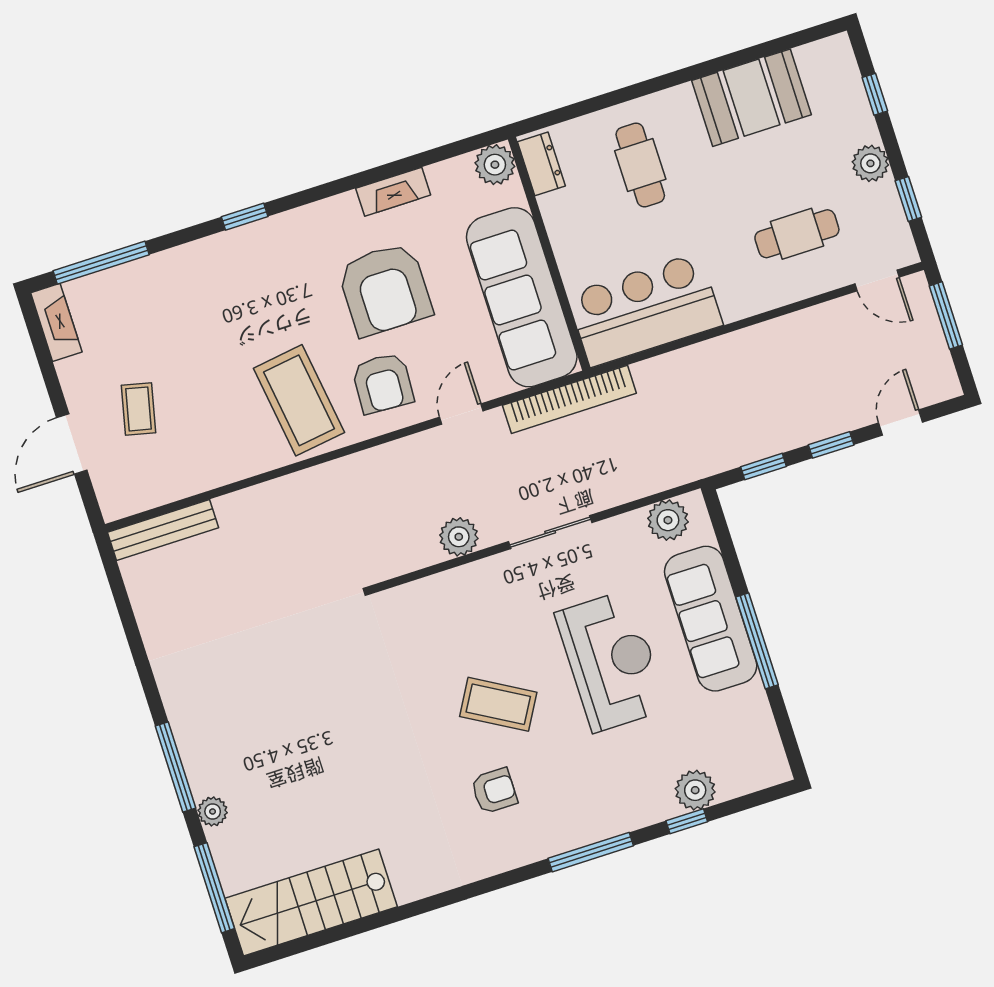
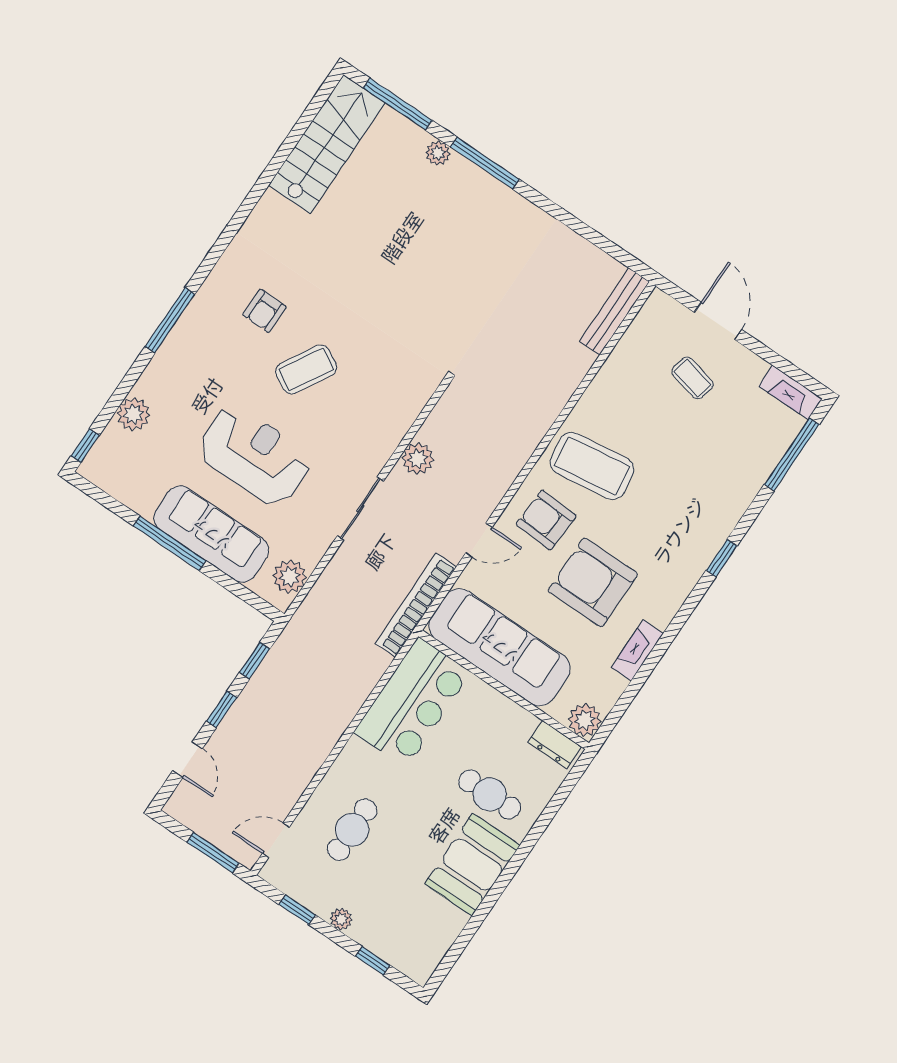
booth: (751, 98) -> (472, 864), moved
plant: (870, 163) -> (341, 919), width x0.73, depth x0.73
door: (461, 414) -> (479, 540), hinge flipped
reception desk: (611, 661) -> (254, 456), turned 180
window: (687, 821) -> (85, 446), moved

